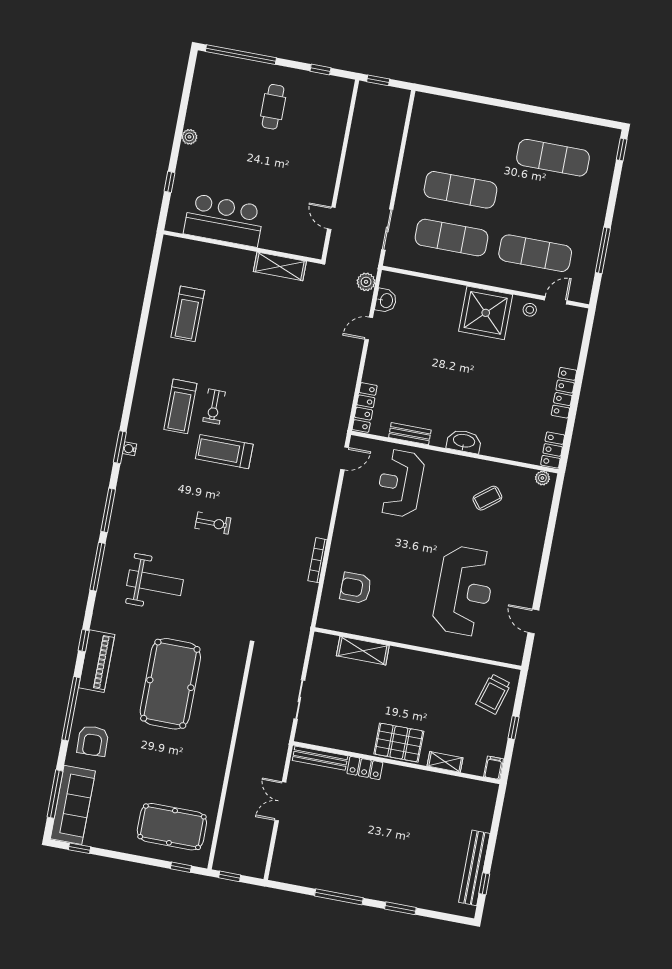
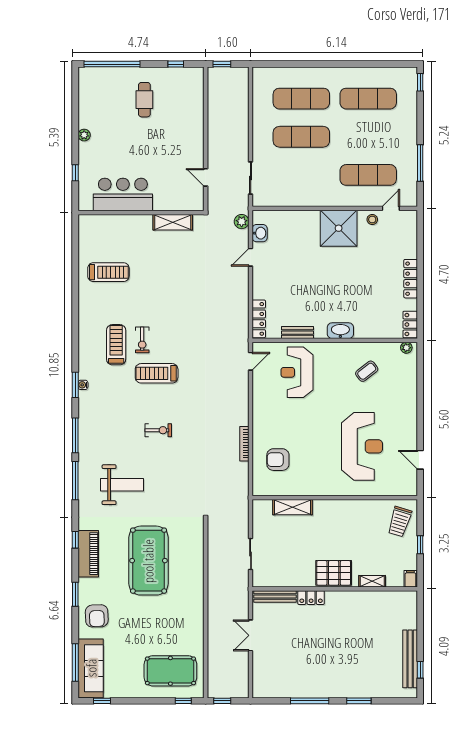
exercise mat: (452, 238) -> (301, 99), moved
treadmill: (188, 314) -> (108, 272), turned -90
treadmill: (180, 406) -> (116, 345), turned 180
window: (71, 709) -> (75, 594), width x0.47

